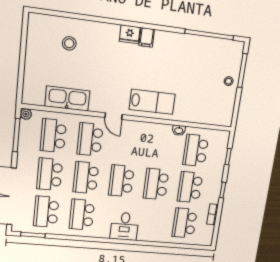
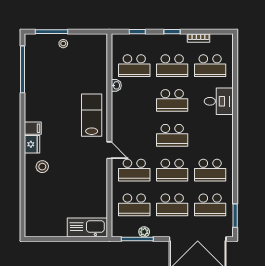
stool: (69, 43) -> (42, 167), moved
kitchen sink: (67, 99) -> (87, 227), moved, turned 90
plant: (26, 114) -> (144, 232), moved
door: (113, 116) -> (109, 150), hinge flipped
desk: (125, 226) -> (219, 101), moved

